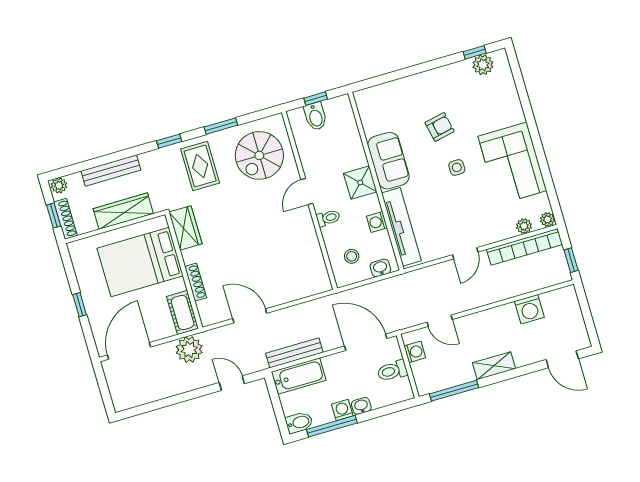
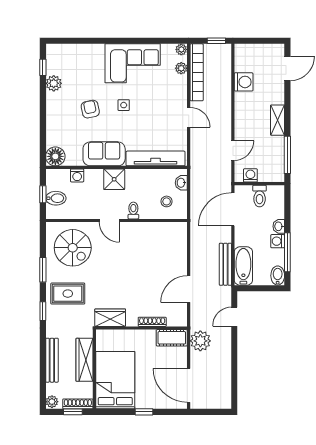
plant: (483, 65) -> (54, 83), moved
floor lamp: (368, 100) -> (55, 156), added
washing machine: (377, 222) -> (77, 175), moved
bed: (140, 262) -> (115, 380), moved, turned 180

